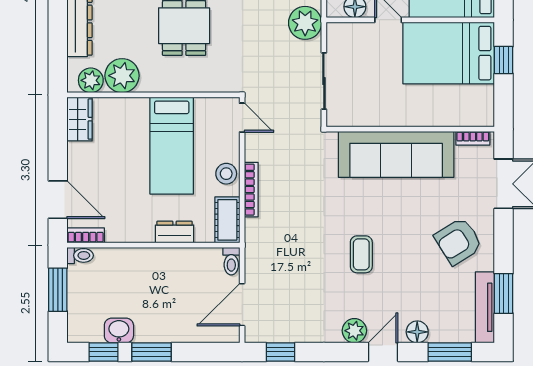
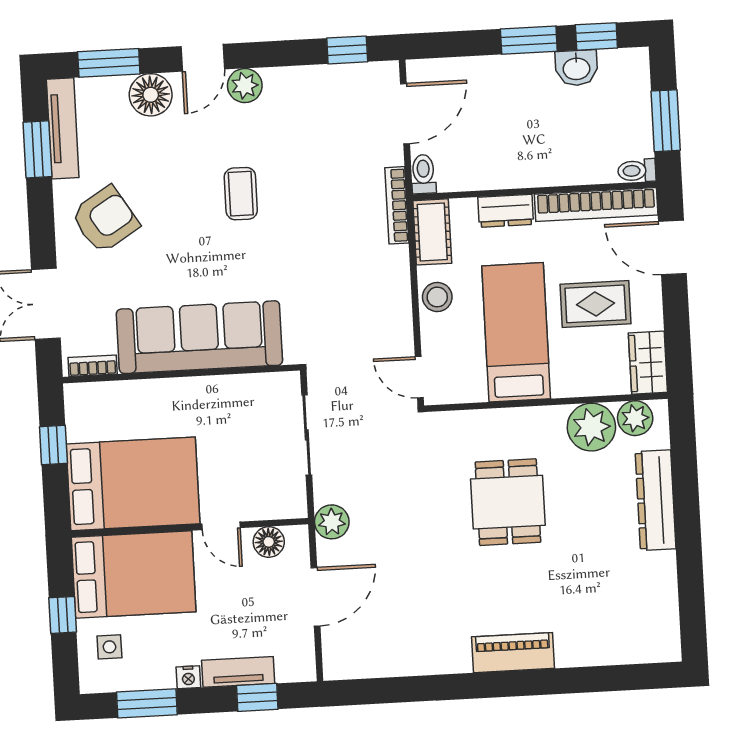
plant: (305, 23) -> (332, 522), width x0.73, depth x0.73
window: (504, 60) -> (53, 445), moved
rug: (114, 163) -> (595, 304), added
bookcase: (251, 190) -> (397, 205), moved
bookcase: (86, 235) -> (596, 205), width x2.31, depth x1.31
floor lamp: (417, 332) -> (151, 95), width x1.38, depth x1.38

